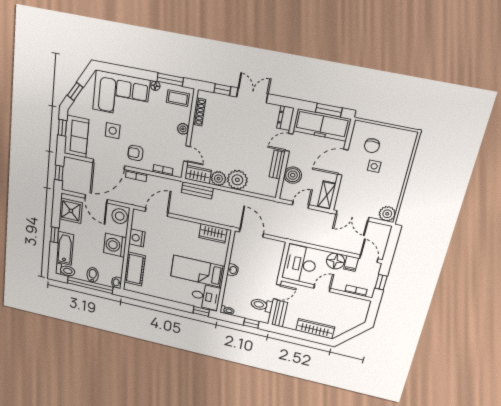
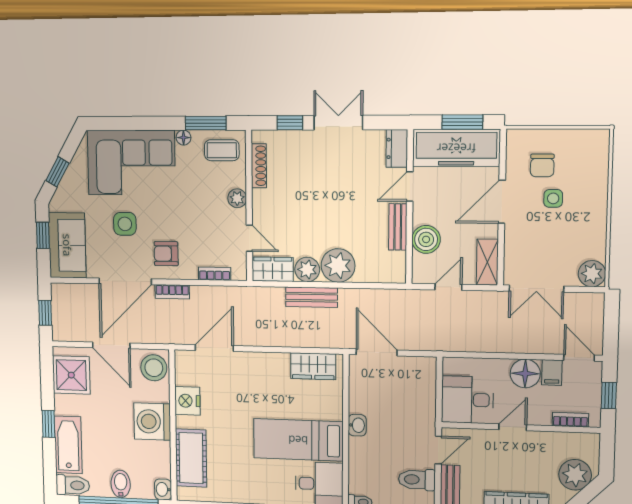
bench: (197, 190) -> (312, 297), moved
desk: (300, 264) -> (467, 400), width x0.73
plant: (352, 320) -> (575, 475), added

